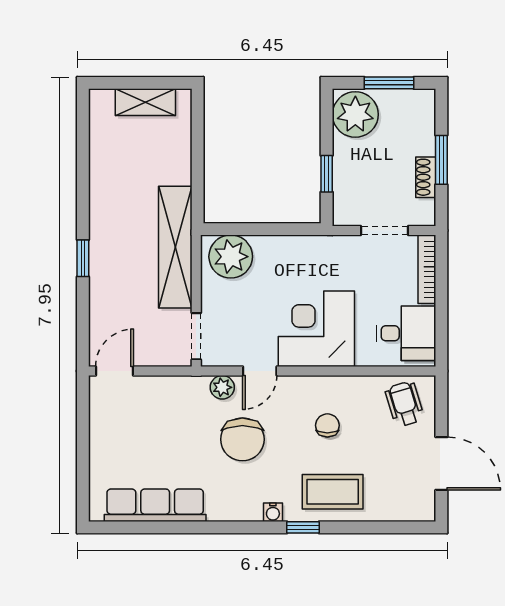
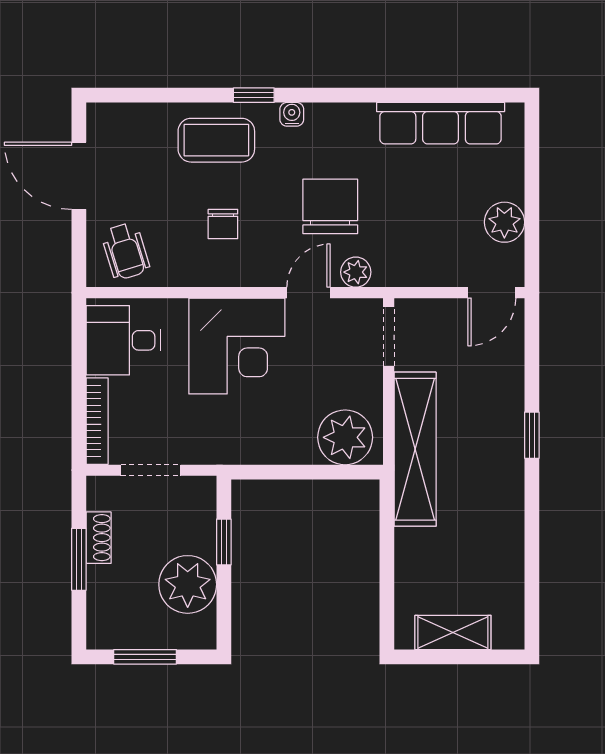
plant: (355, 114) -> (188, 584), moved
plant: (105, 427) -> (504, 222), added

